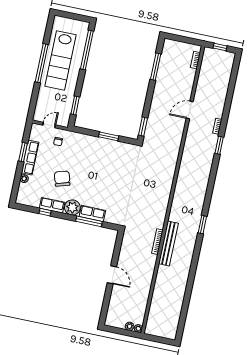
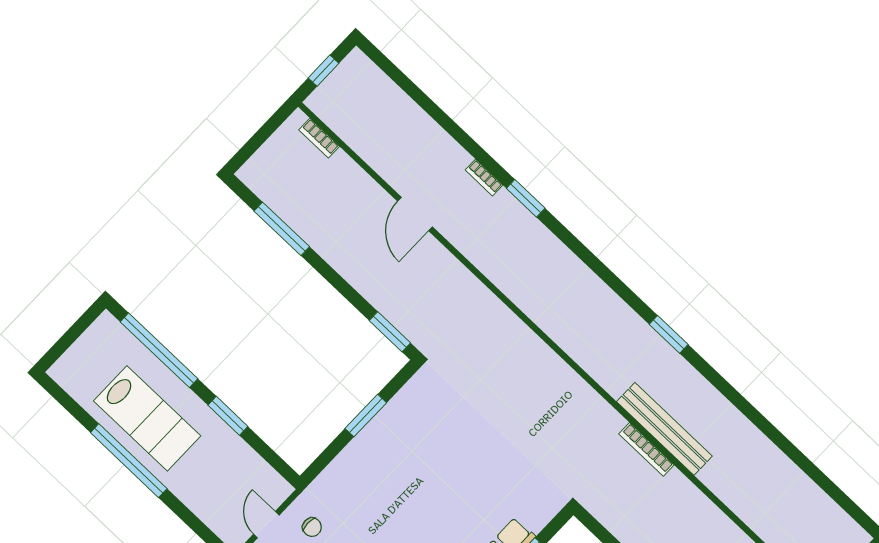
lab bench: (60, 60) -> (147, 418), width x0.73
window: (75, 105) -> (228, 416), moved

